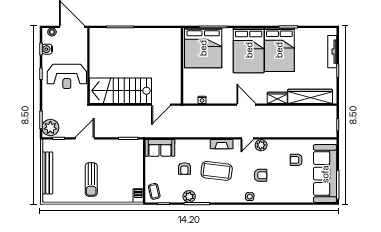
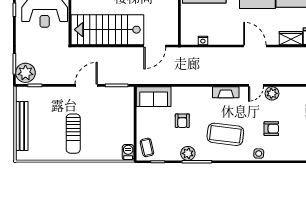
door: (85, 138) -> (86, 85), moved
coffee table: (217, 171) -> (225, 134), moved

